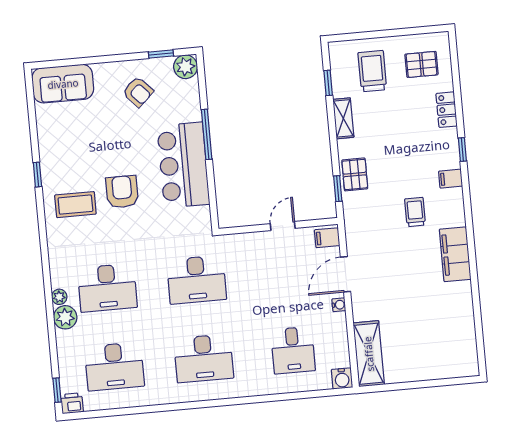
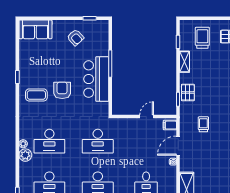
plant: (186, 67) -> (102, 26), removed
trolley: (415, 212) -> (203, 124), moved

